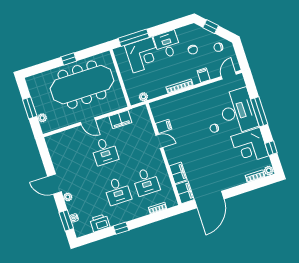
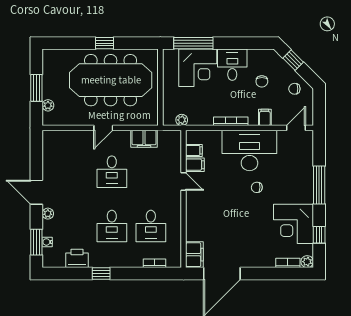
desk: (238, 111) -> (249, 150), moved, turned -90
door: (88, 121) -> (103, 128), hinge flipped
filing cabinet: (178, 173) -> (194, 150), moved, width x0.50

